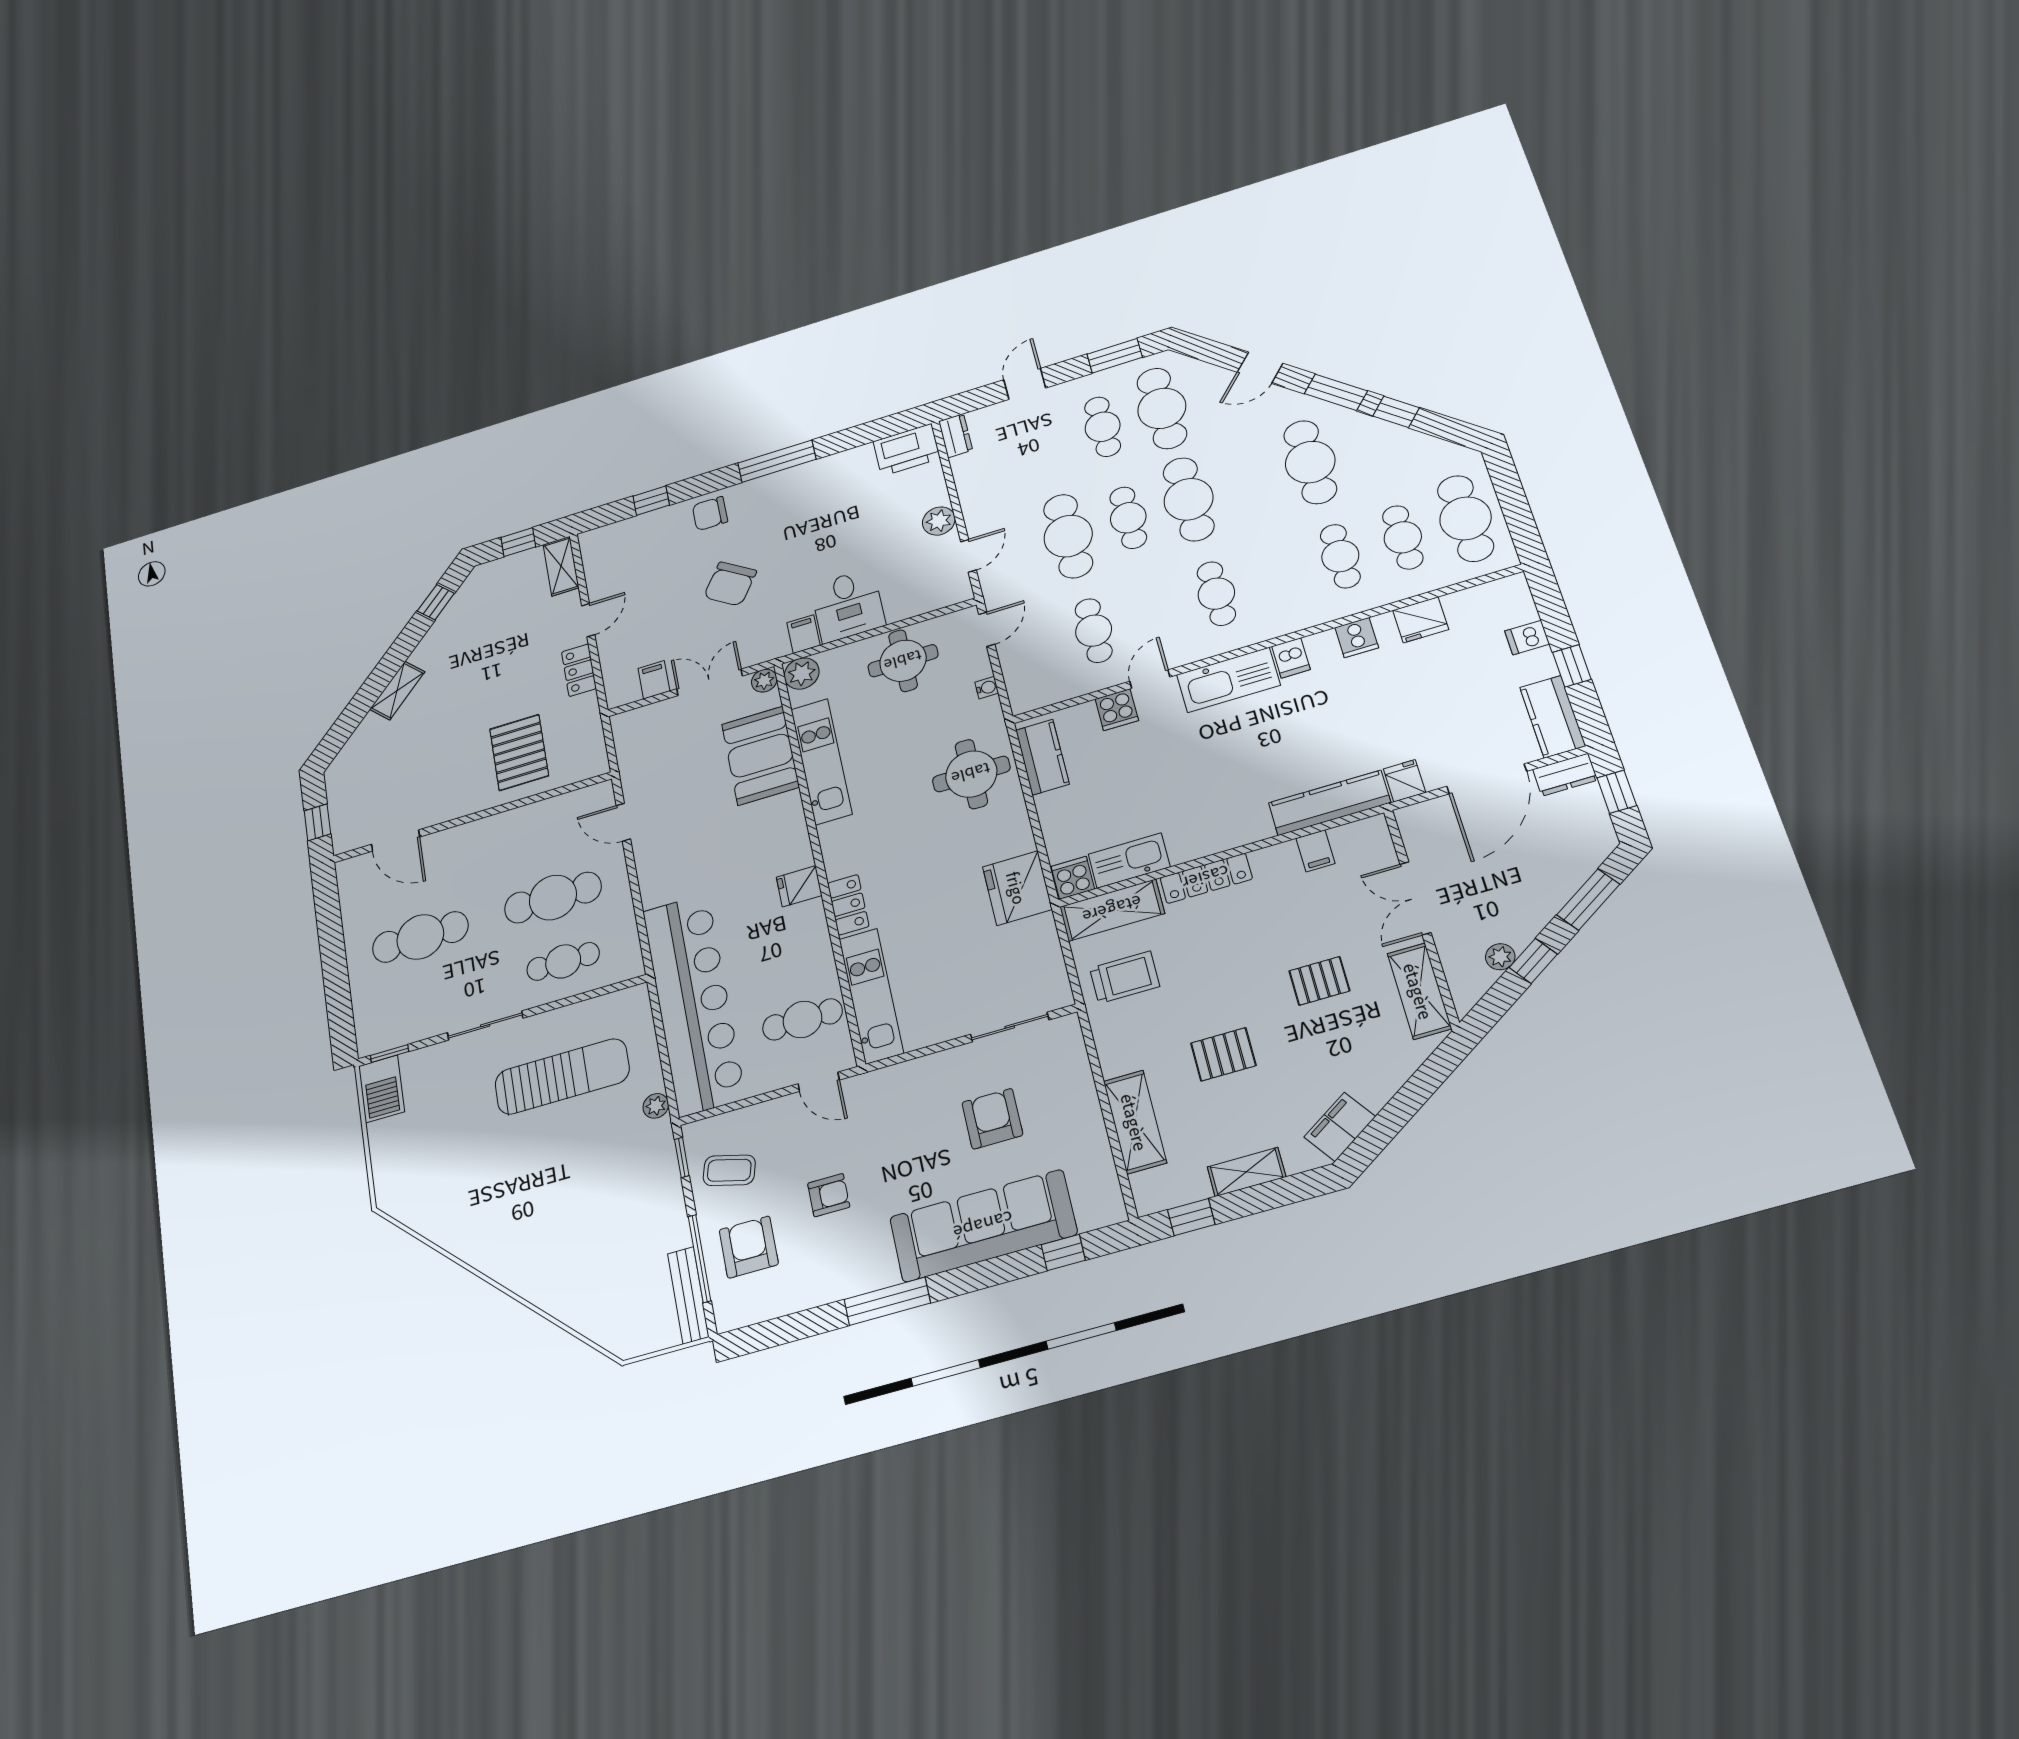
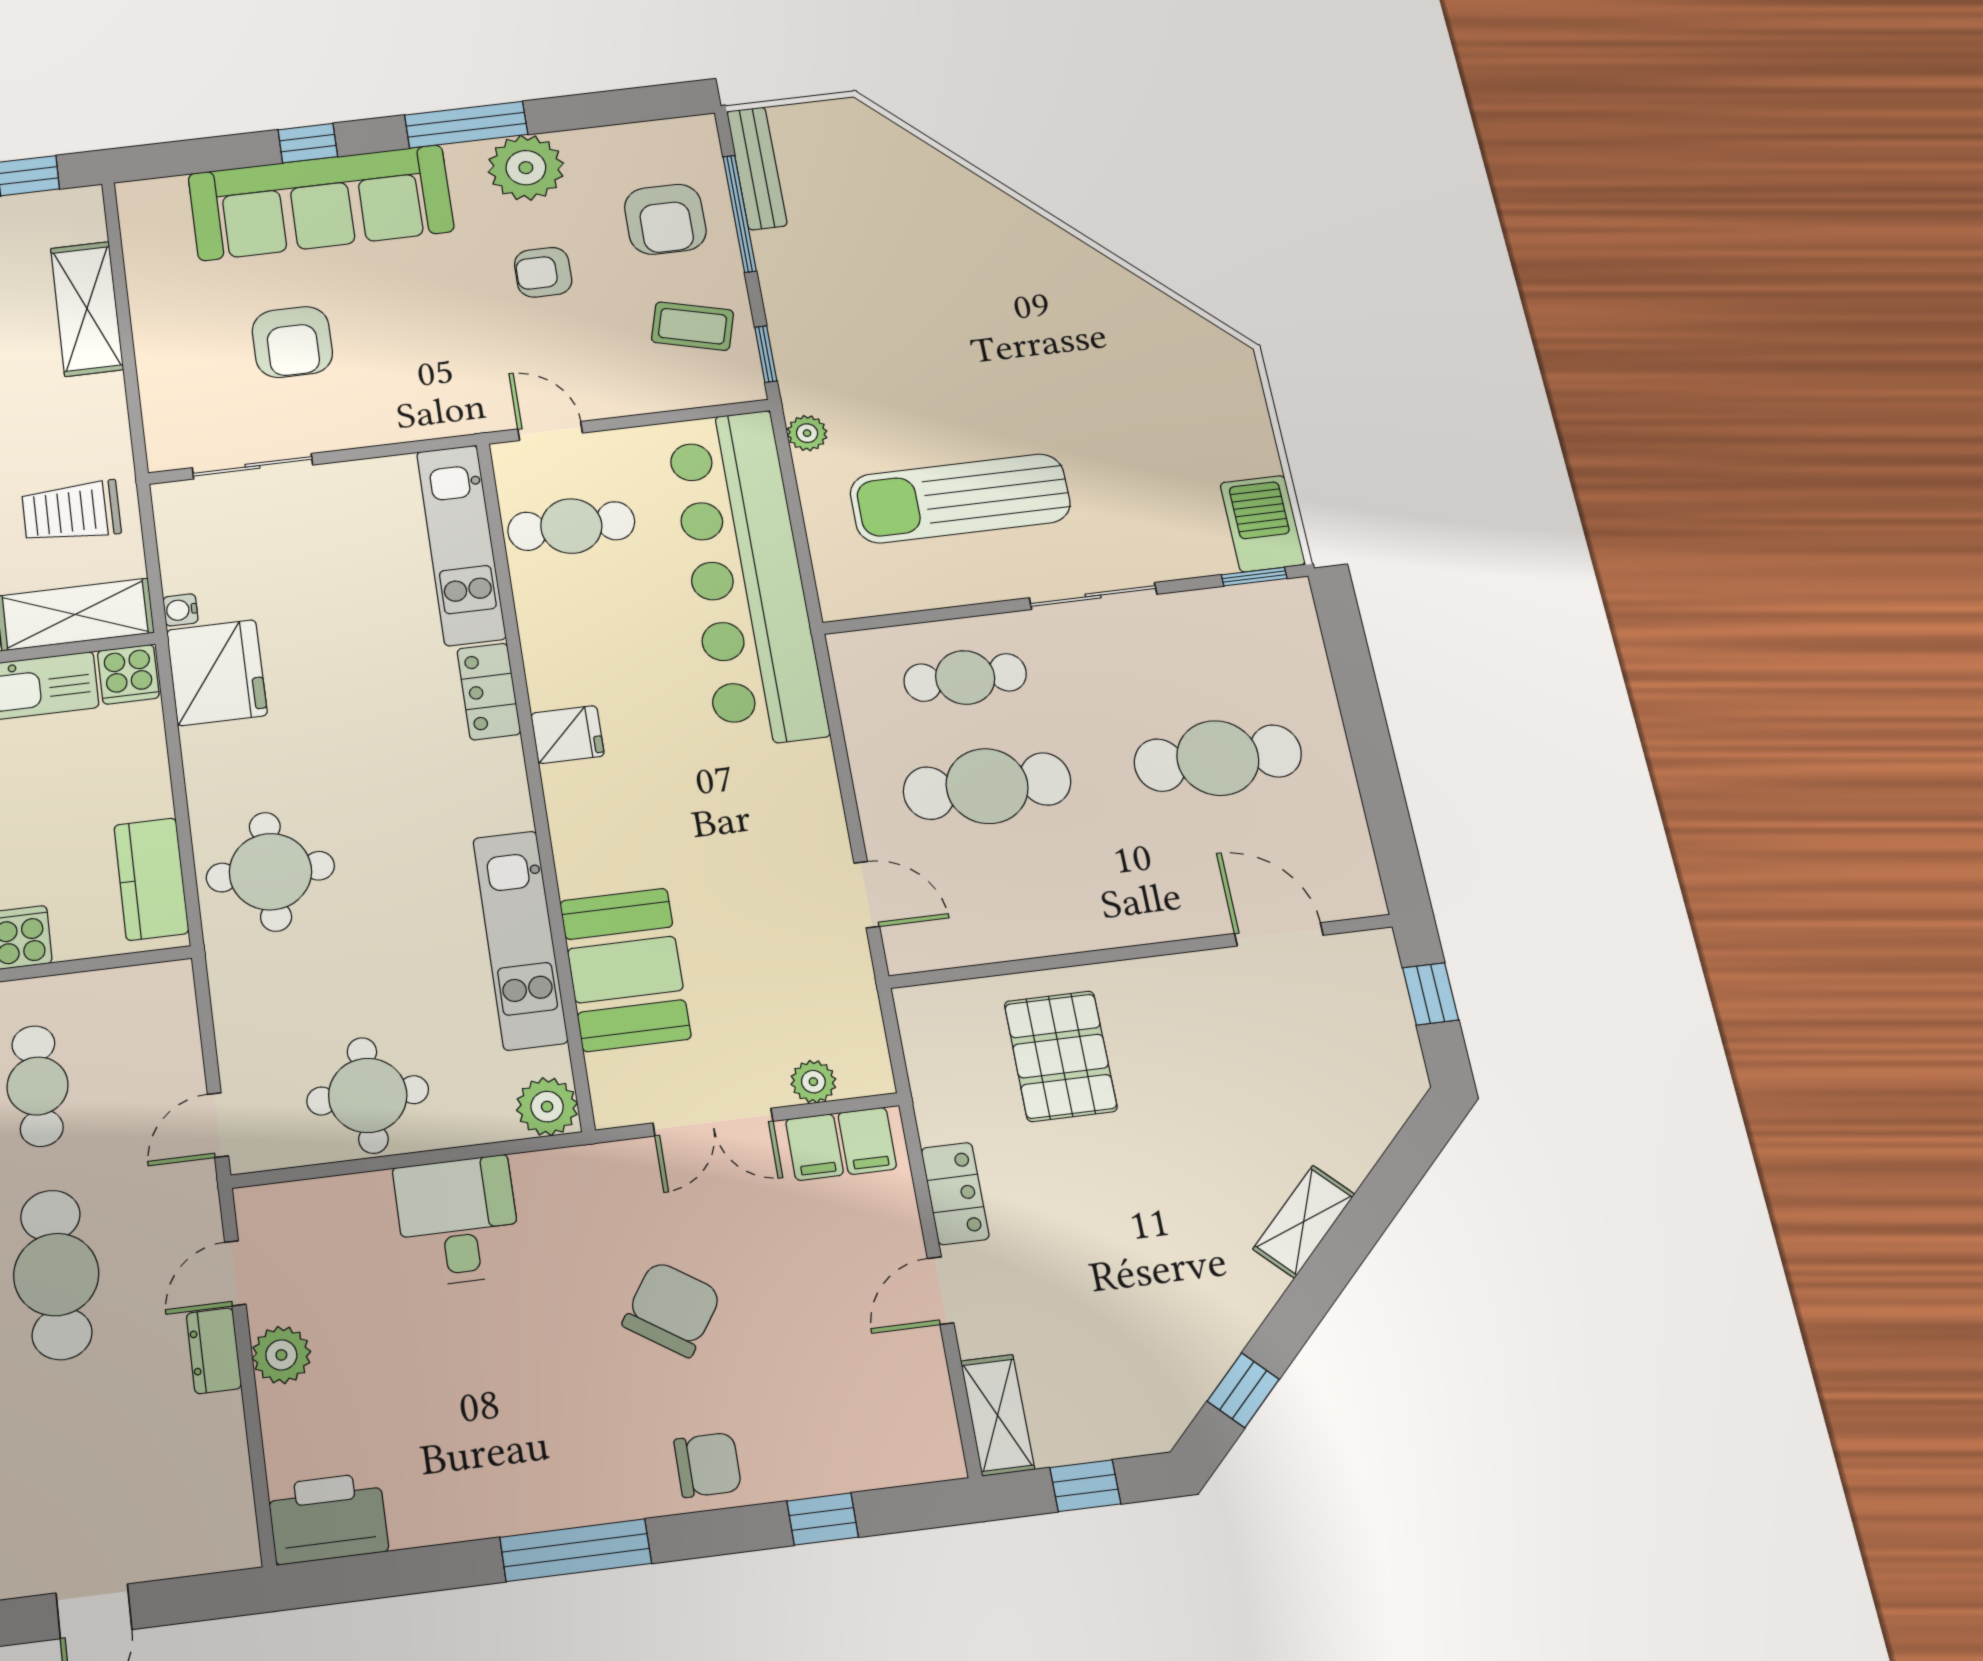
dresser: (956, 436) -> (214, 1351), moved
filing cabinet: (804, 634) -> (867, 1141), moved
plant: (764, 681) -> (813, 1082), moved
water cooler: (987, 688) -> (180, 610), moved
window: (1063, 1253) -> (308, 143), moved
plant: (844, 1273) -> (526, 168), added

